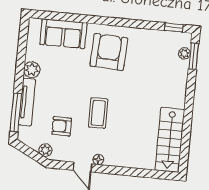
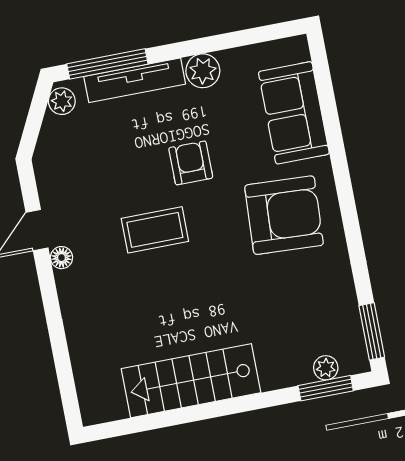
window: (174, 27) -> (372, 331), width x1.50
armchair: (62, 126) -> (191, 163), moved
stairs: (170, 140) -> (191, 381), moved
plant: (45, 150) -> (62, 101), moved

